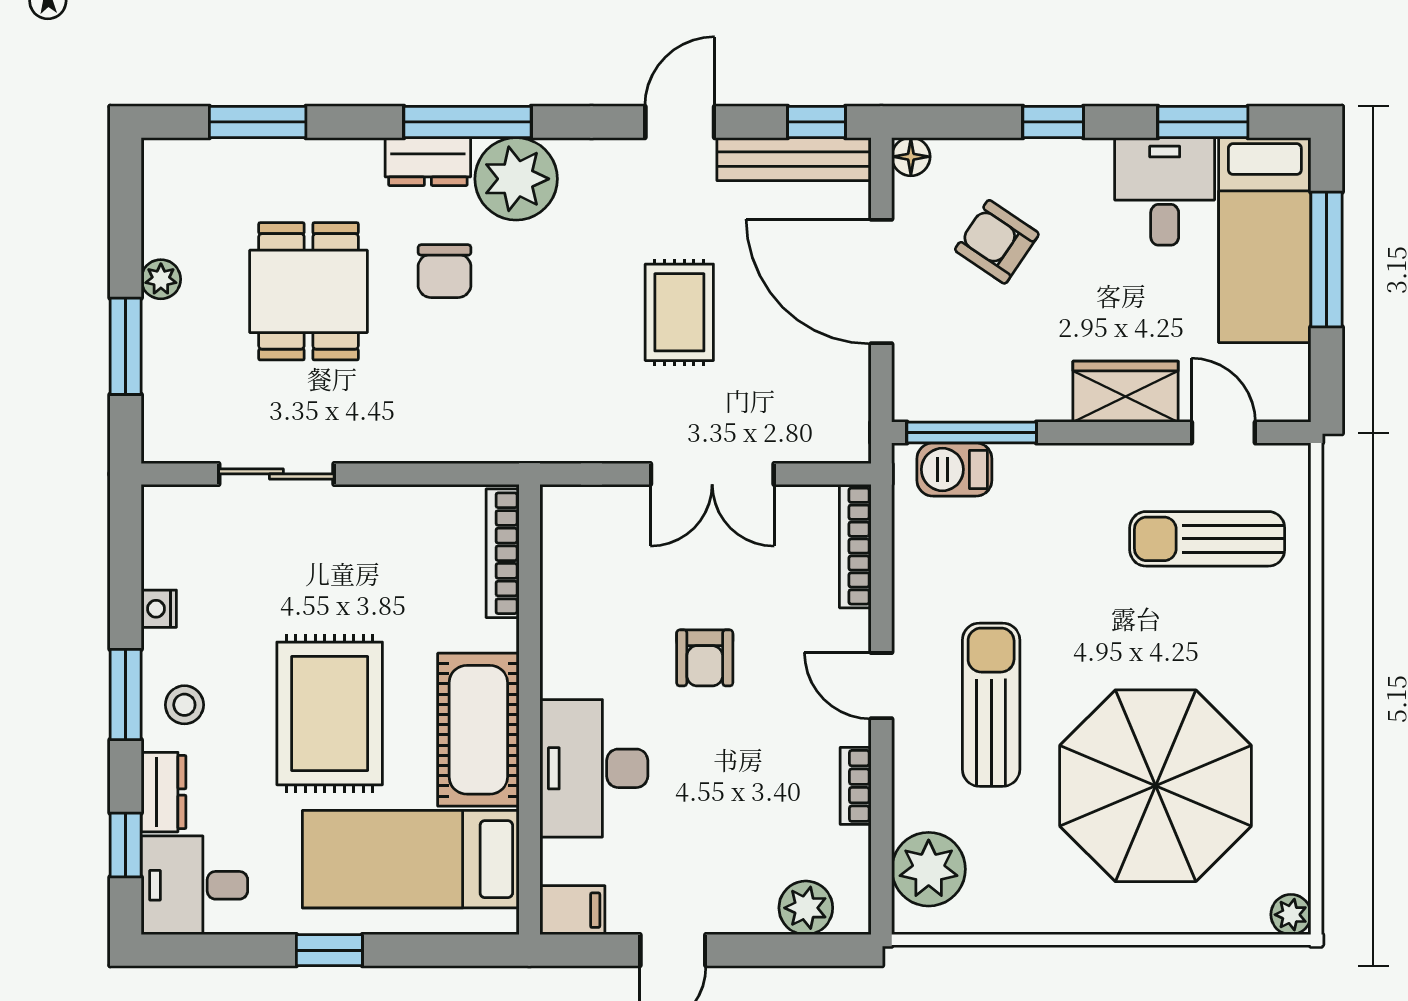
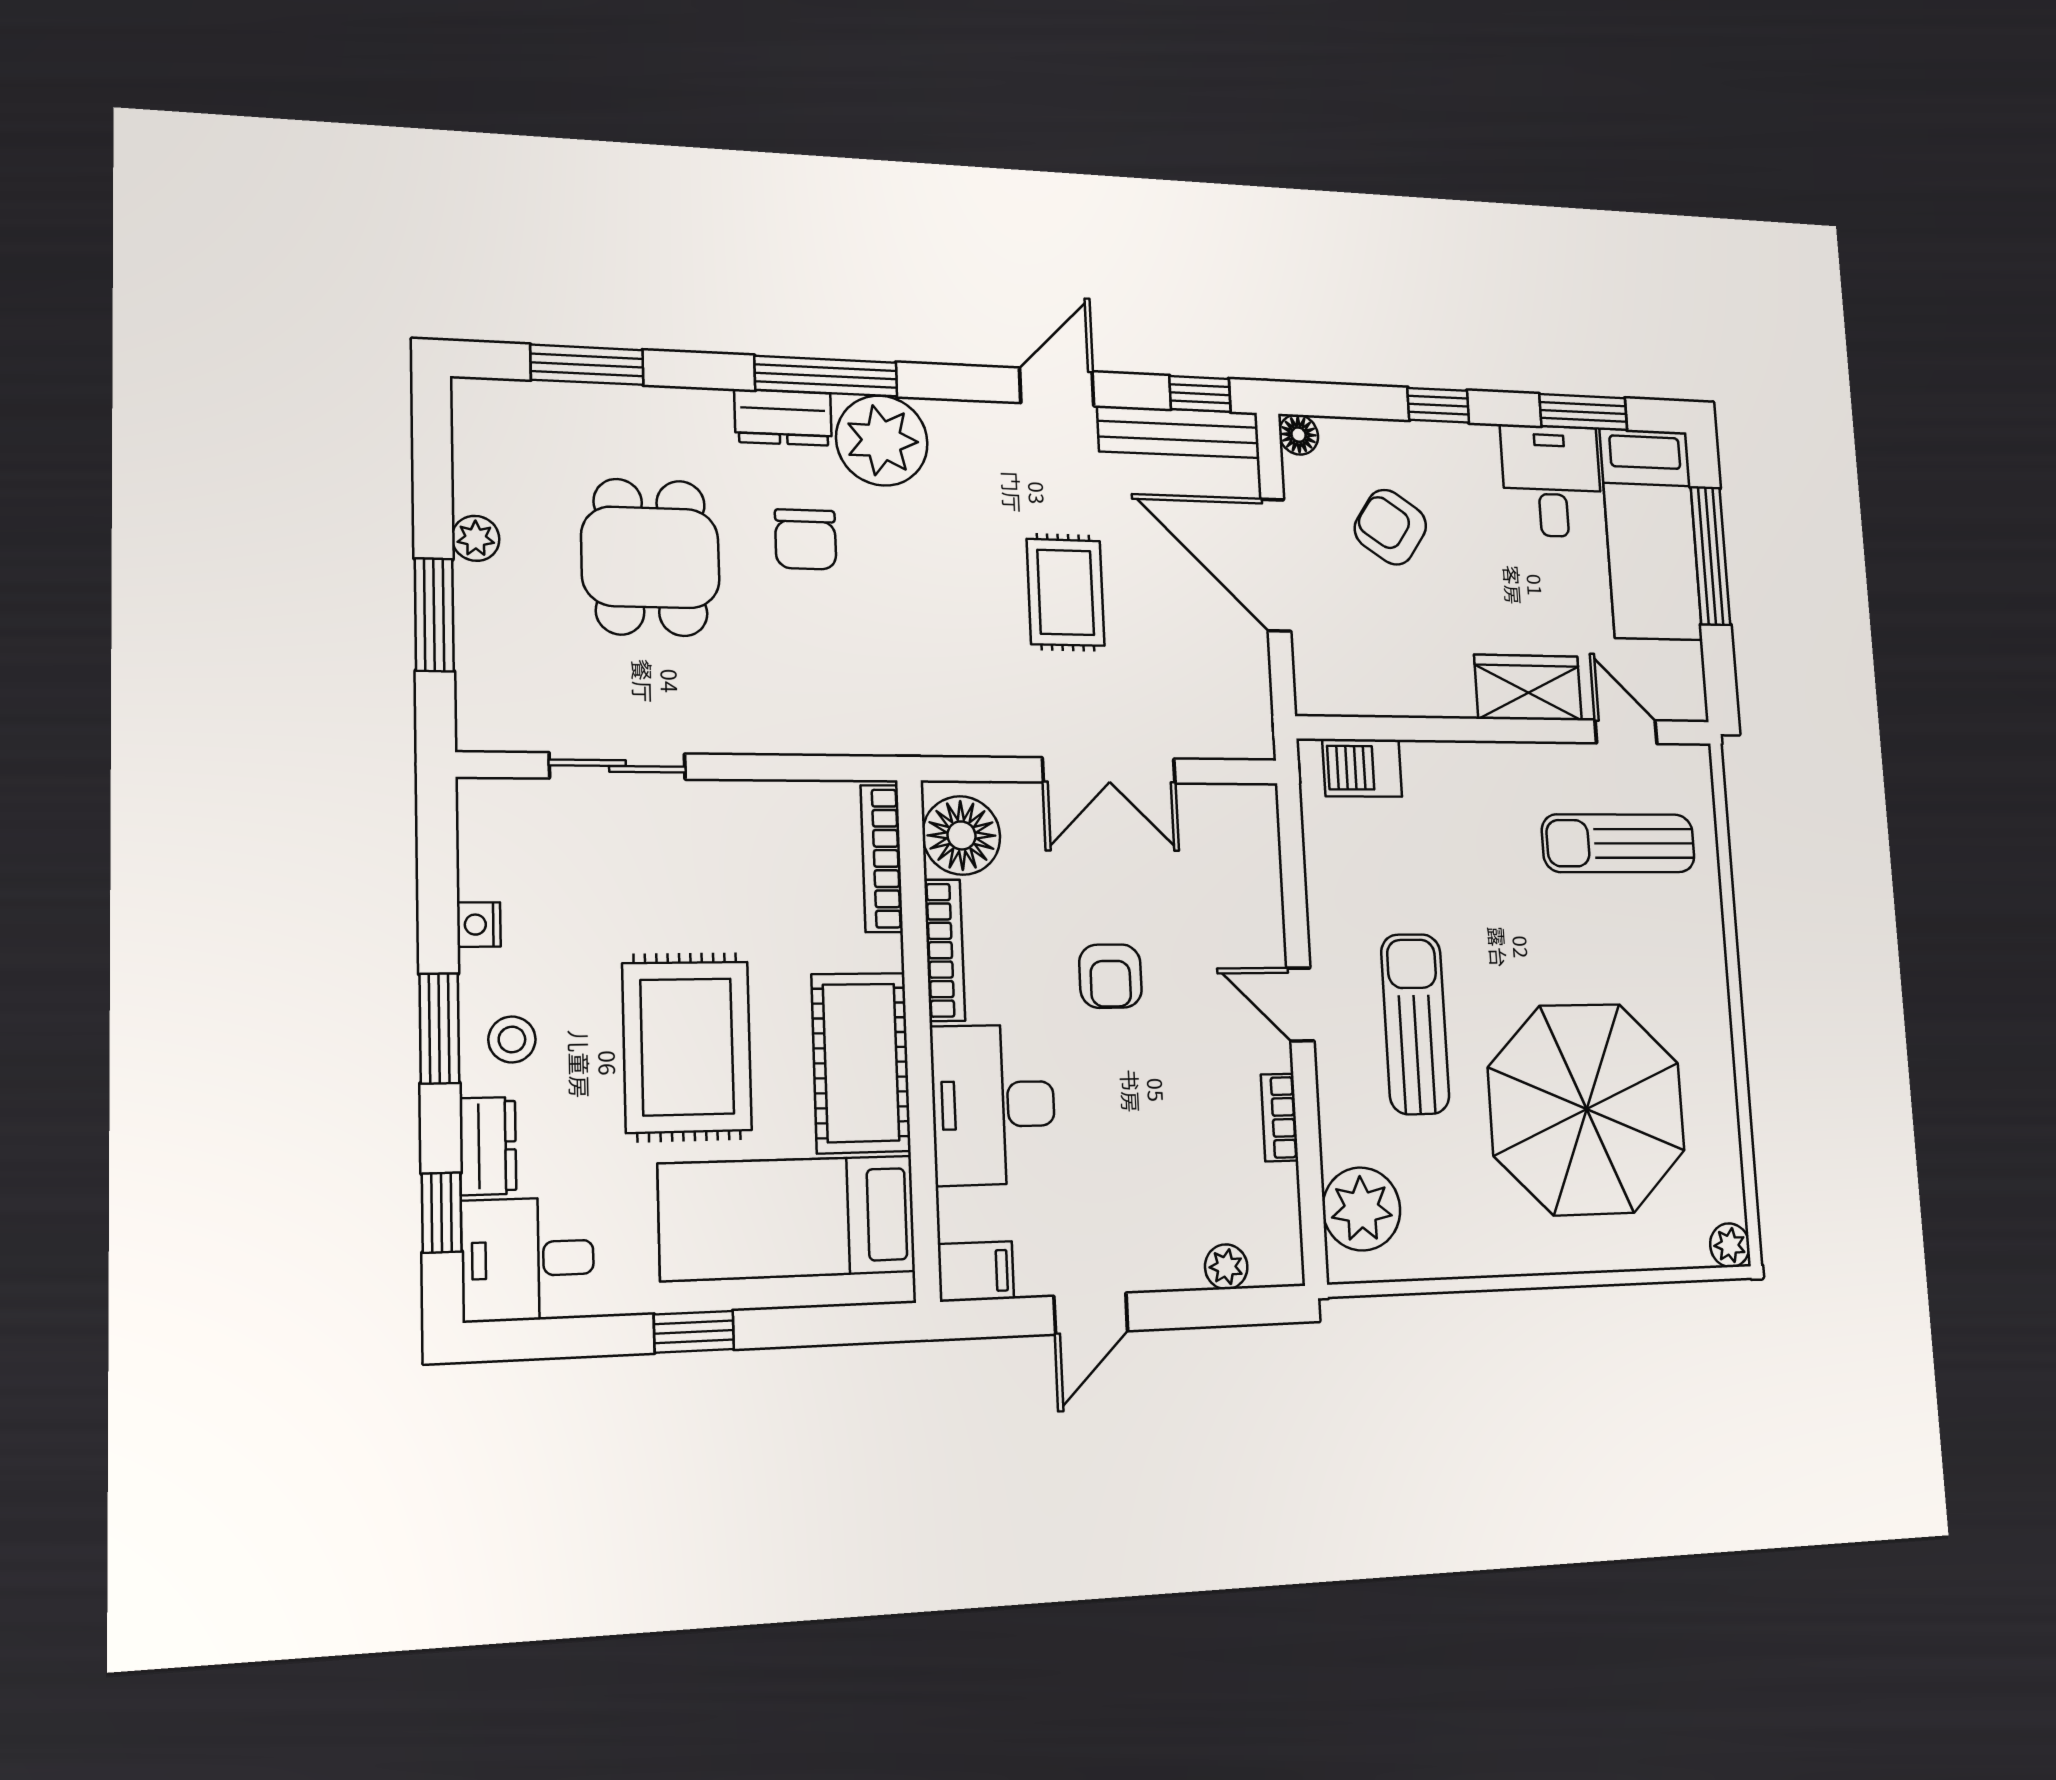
window: (972, 433) -> (1377, 728), removed
floor lamp: (575, 533) -> (961, 835), added
bookcase: (855, 546) -> (945, 950), moved, turned 180
plant: (806, 908) -> (1226, 1267), width x0.73, depth x0.73

